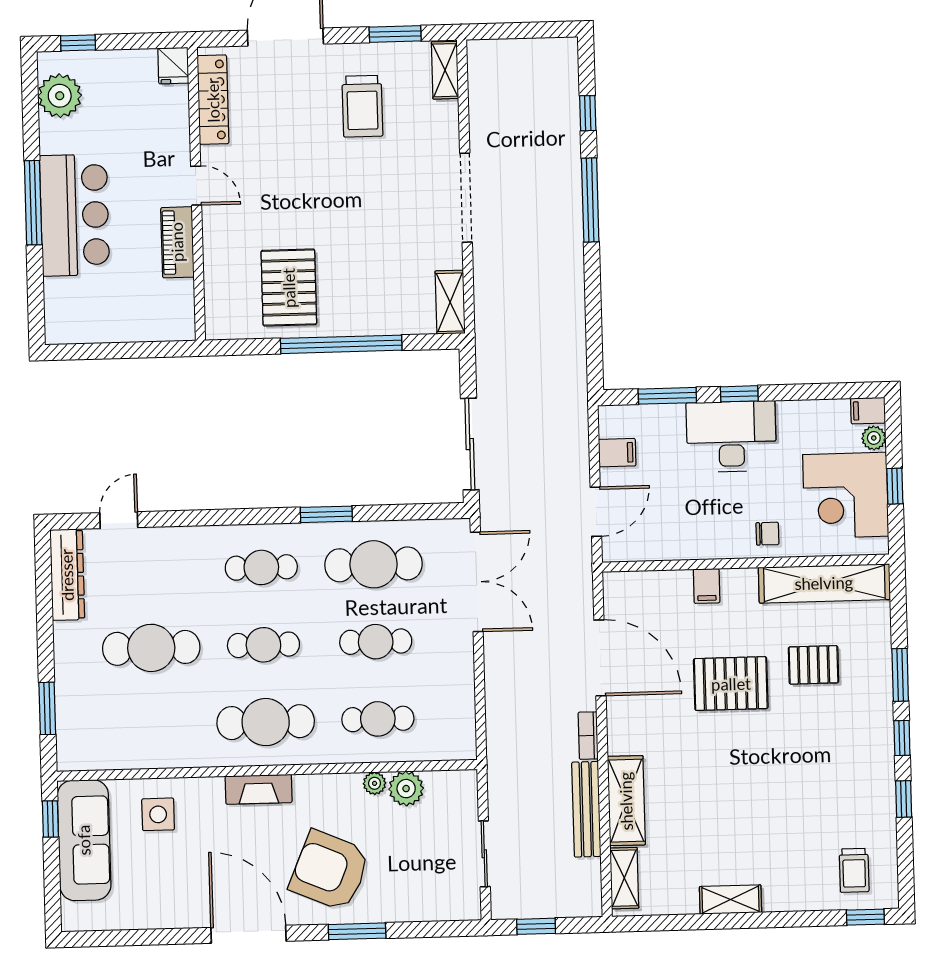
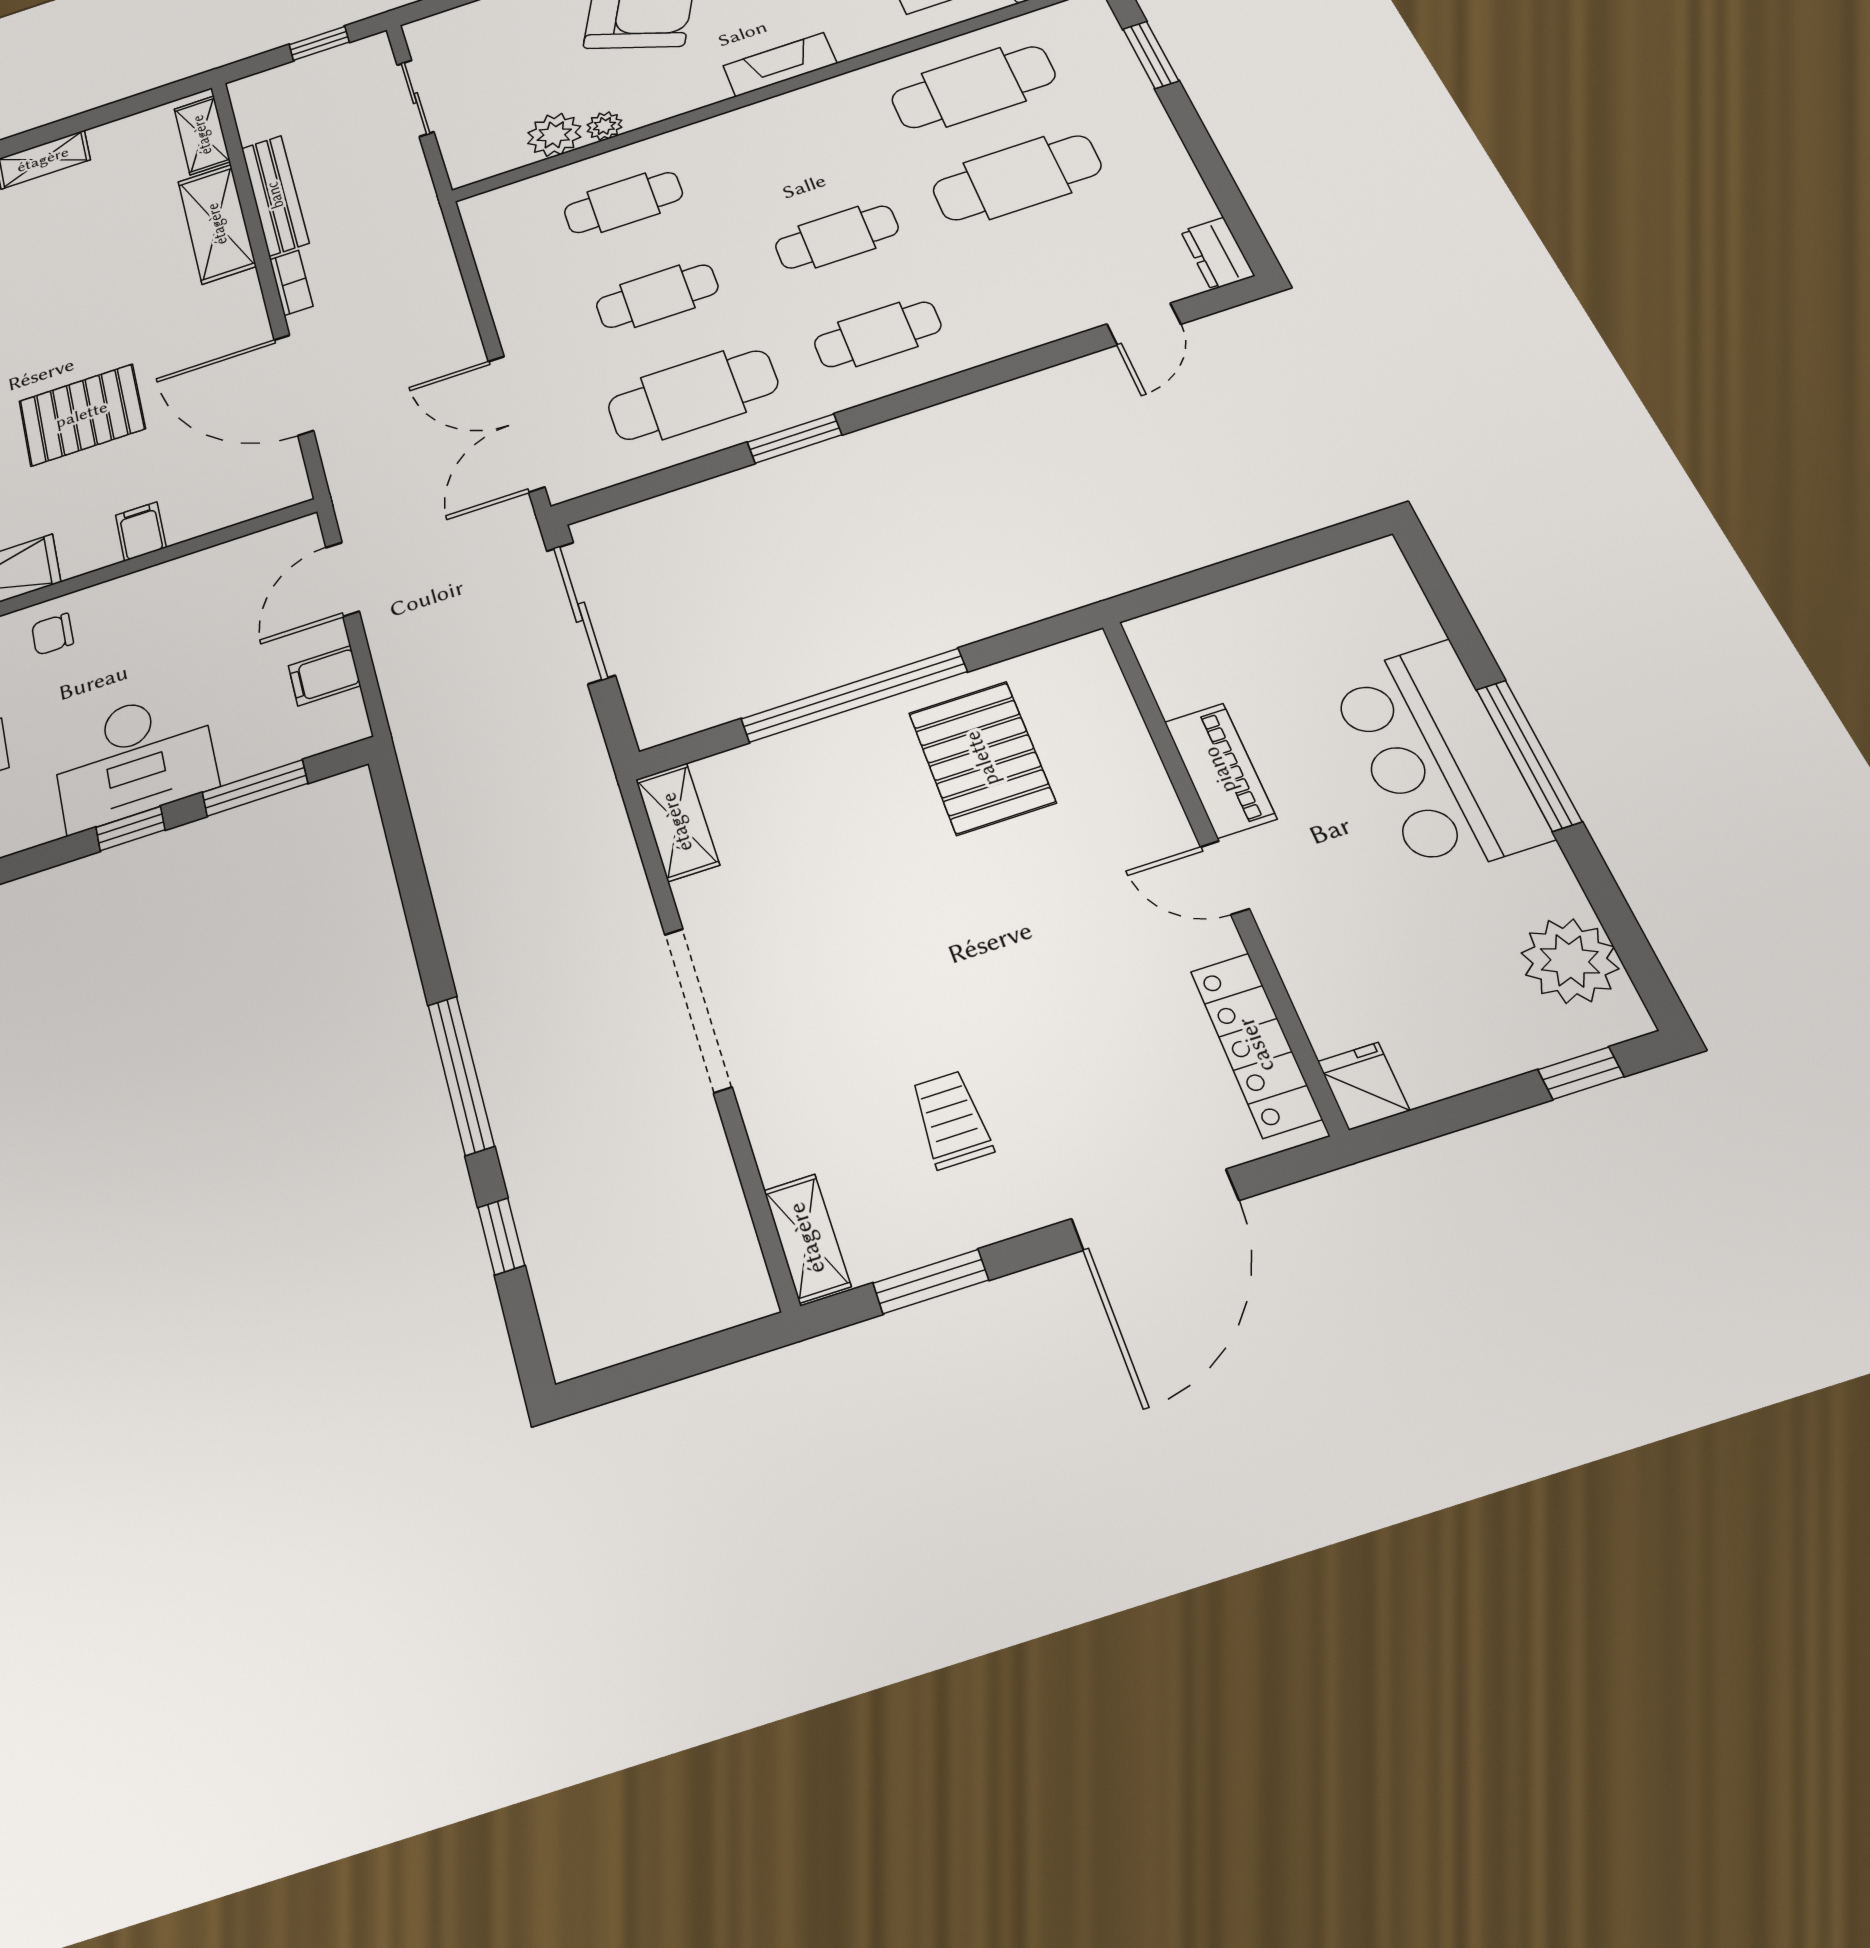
trolley: (362, 106) -> (951, 1120), width x0.73, depth x0.72
dresser: (67, 575) -> (1217, 253), width x0.51, depth x0.80
cafe table: (266, 722) -> (973, 87), moved

